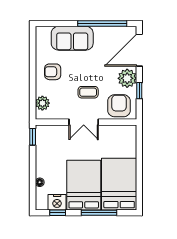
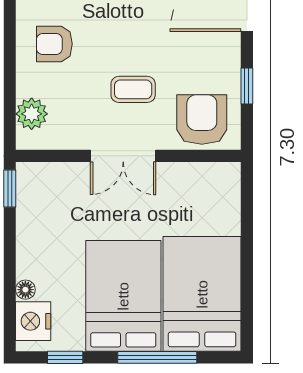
plant: (127, 78) -> (220, 59), removed
nightstand: (57, 202) -> (33, 321), moved, turned 90

